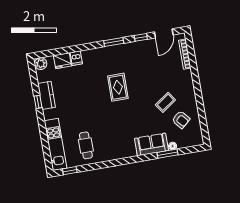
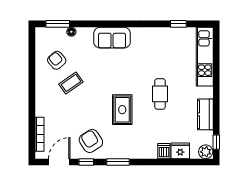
armchair: (140, 56) -> (91, 141), added
window: (38, 102) -> (216, 142), moved
sofa: (151, 144) -> (112, 38), moved
cafe table: (86, 145) -> (160, 94), moved
window: (168, 154) -> (58, 24), moved
window: (70, 171) -> (178, 24), moved

